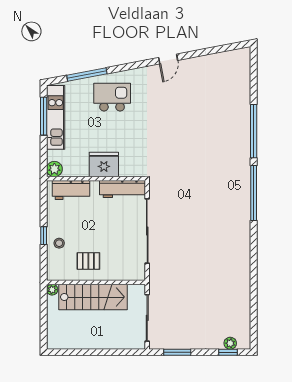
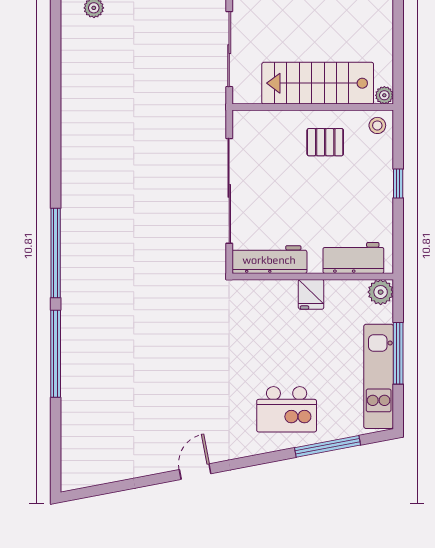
window: (44, 116) -> (398, 353), moved
fridge: (104, 165) -> (311, 294), width x0.53, depth x0.75
stool: (59, 243) -> (377, 125), moved

